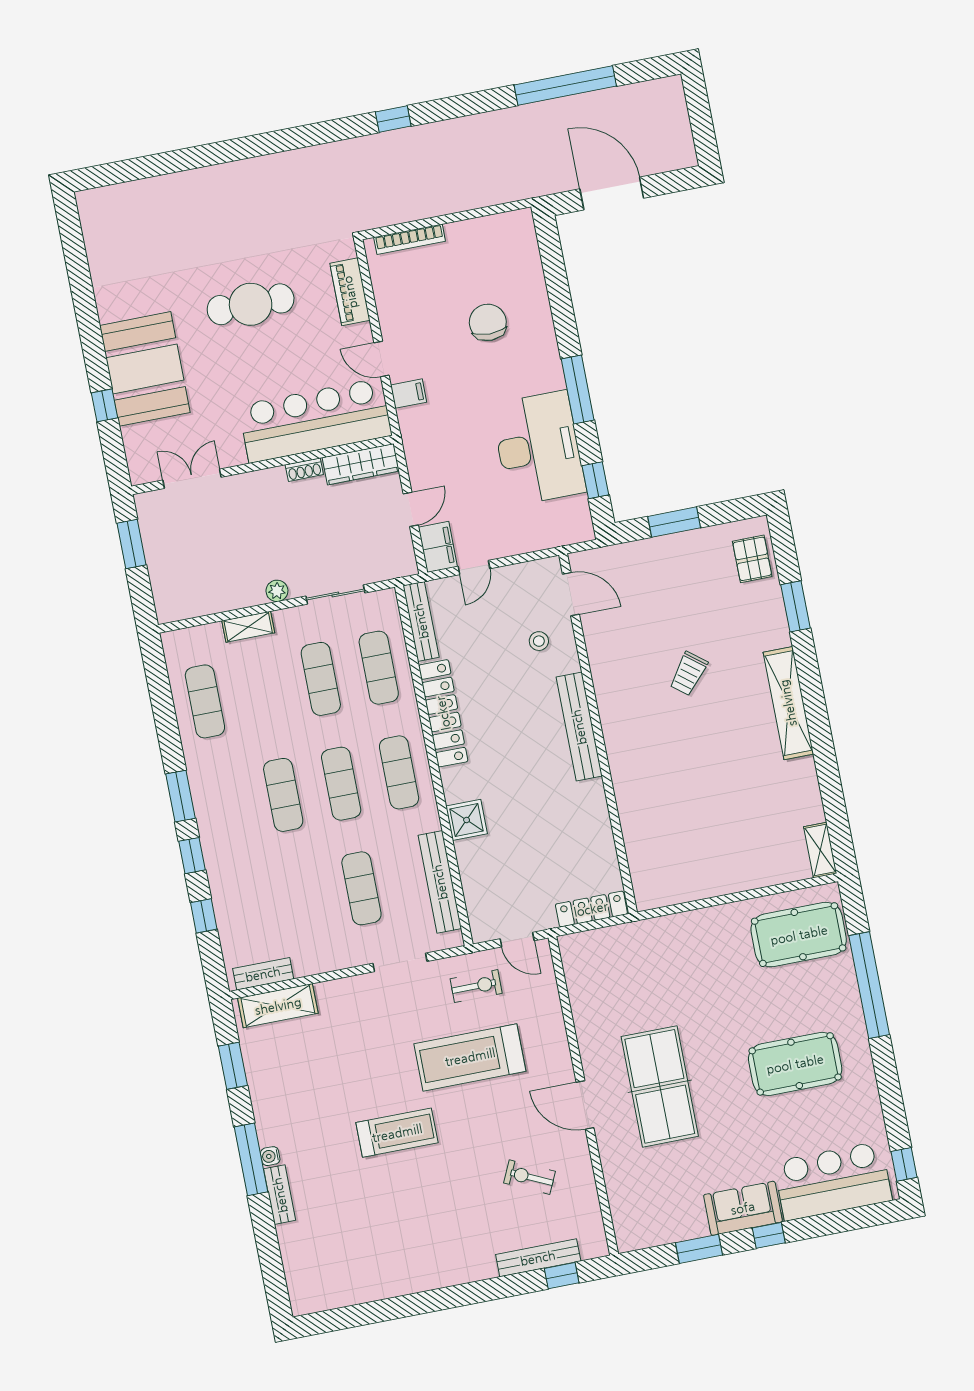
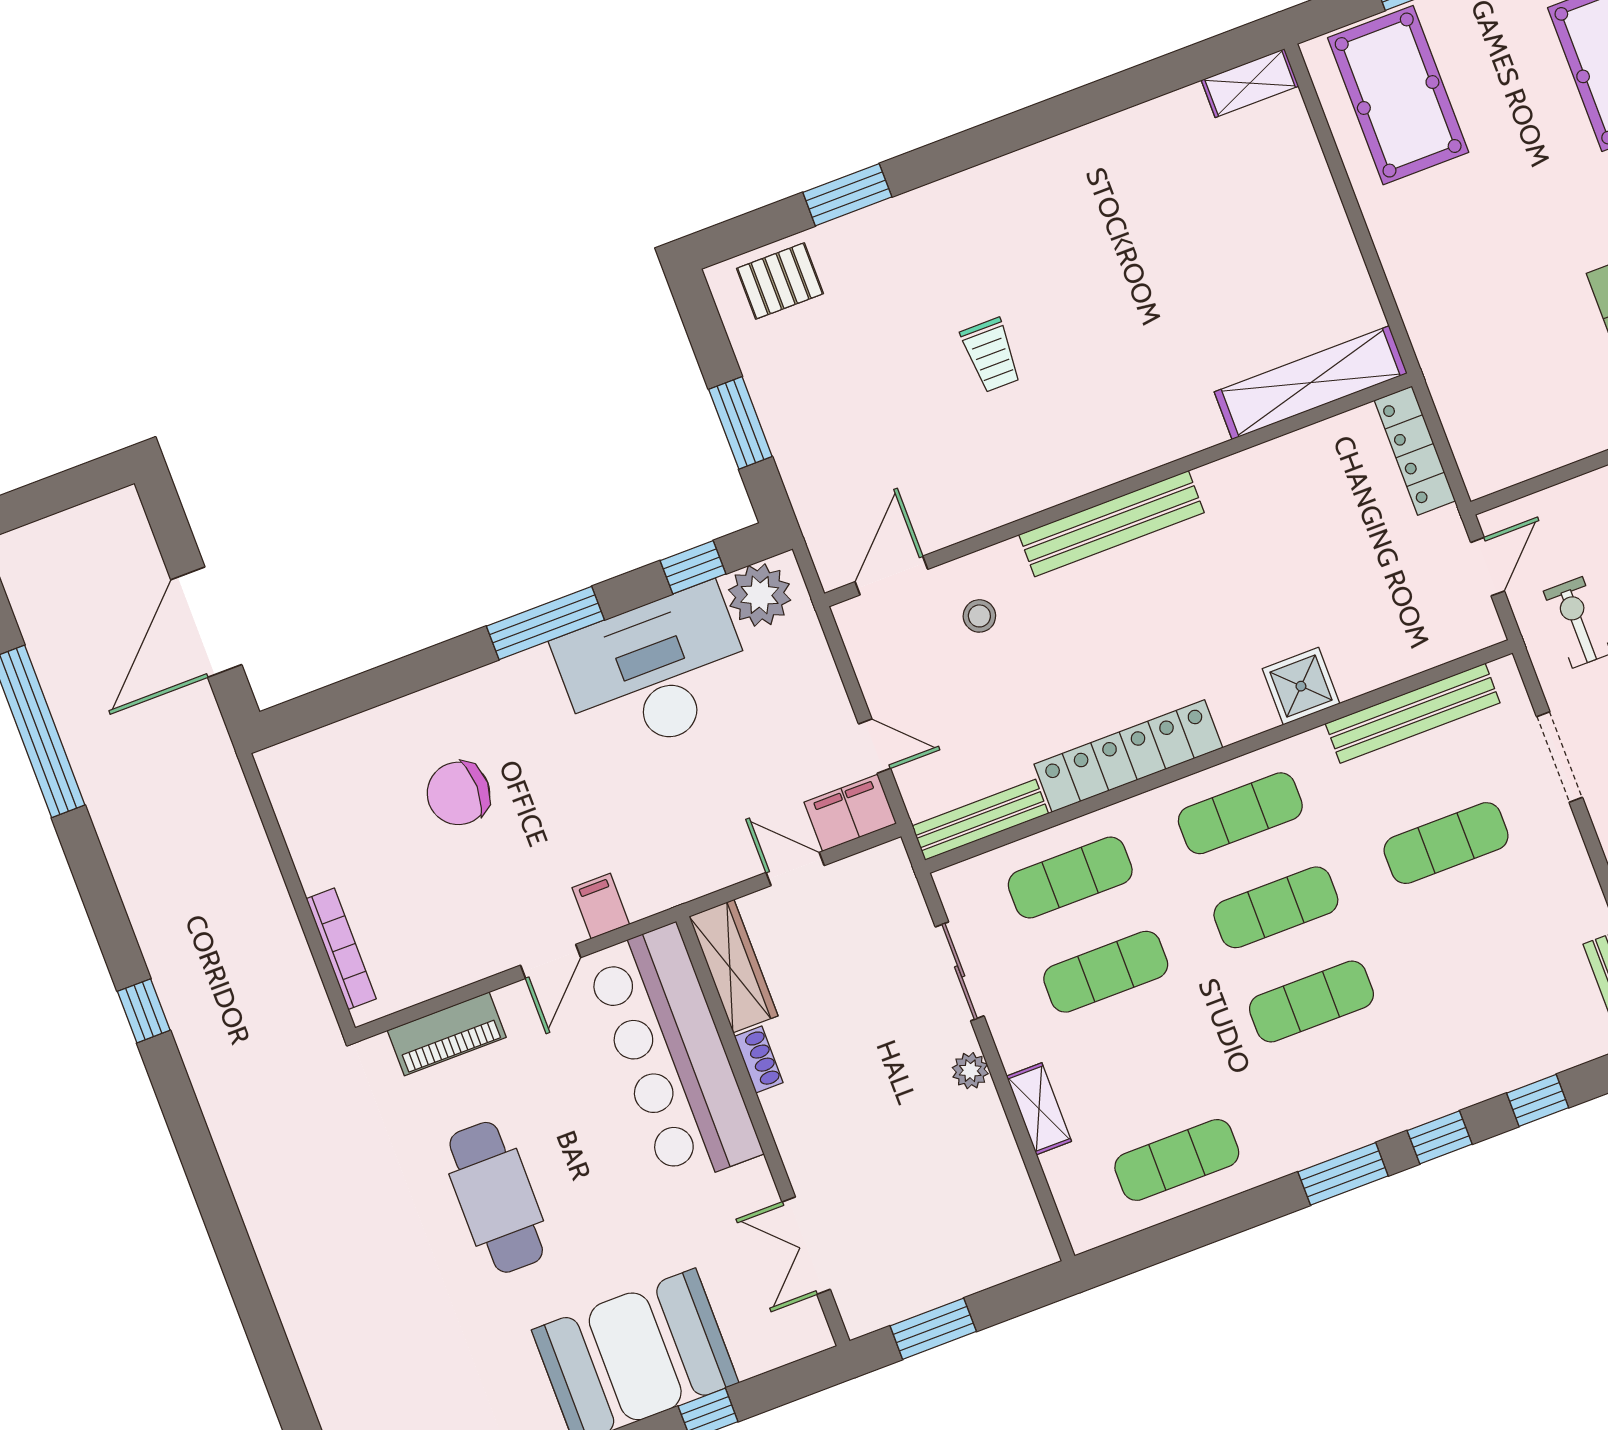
plant: (573, 516) -> (760, 595), added
trolley: (689, 674) -> (991, 355), turned 52
shelving: (788, 703) -> (1311, 383), moved

